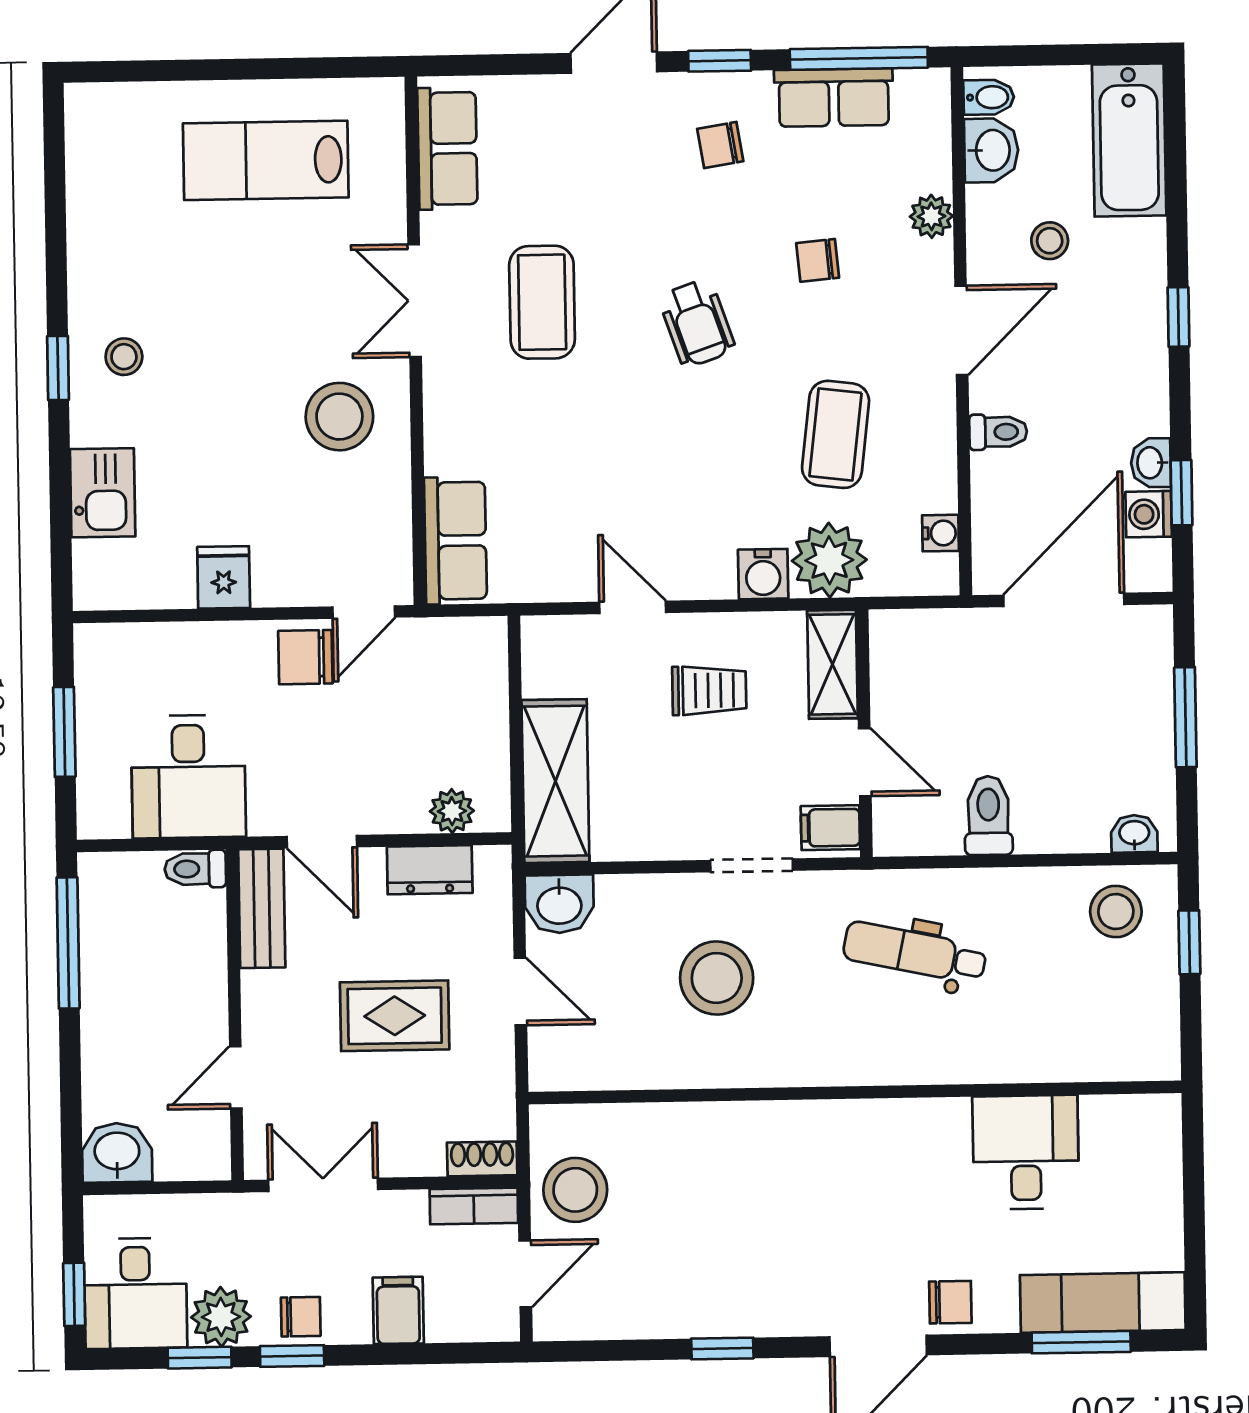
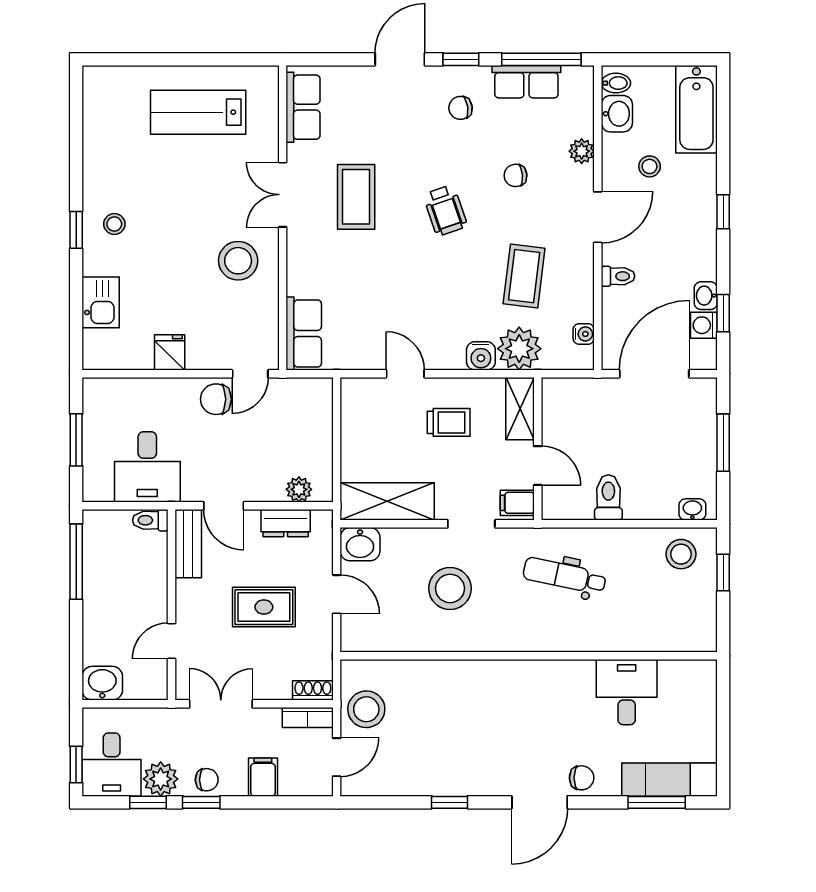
shelving: (555, 781) -> (387, 501), moved, turned 90

